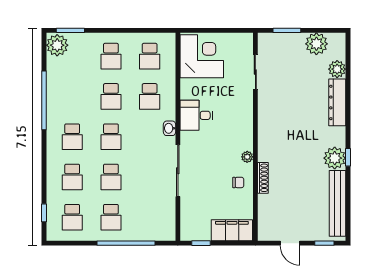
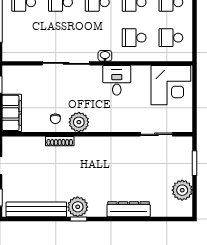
plant: (337, 69) -> (159, 209), removed
plant: (247, 157) -> (79, 122), width x1.88, depth x1.88

